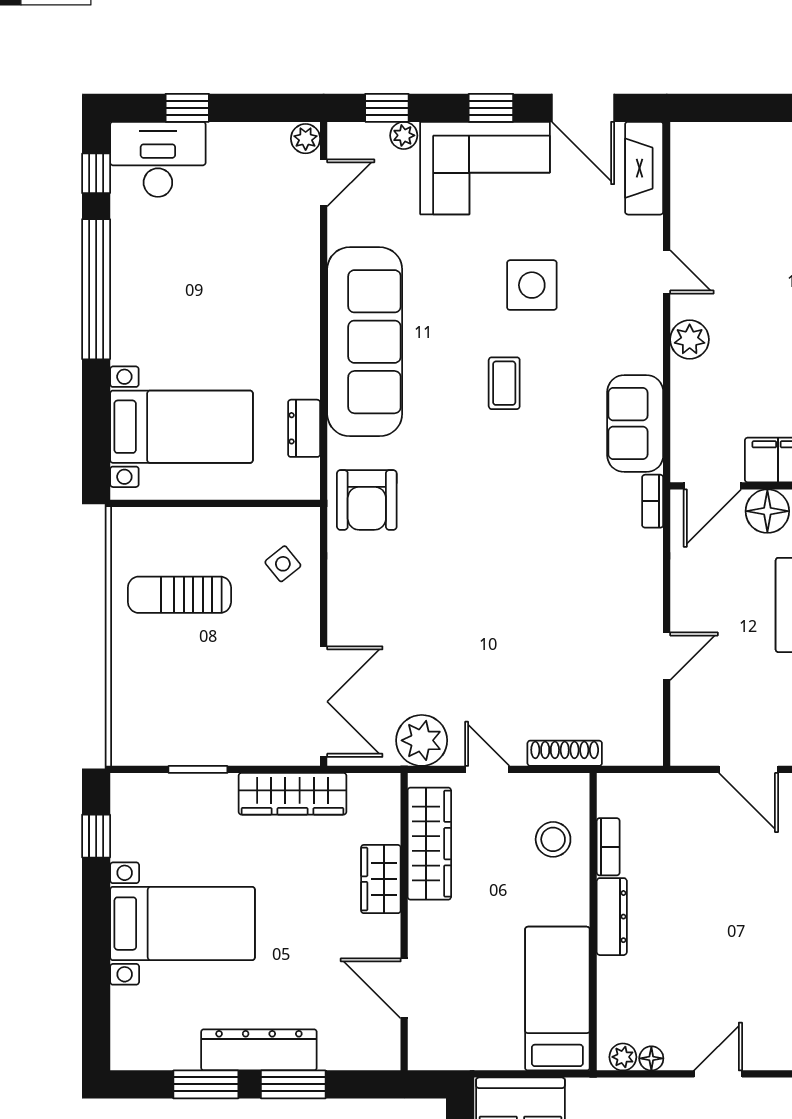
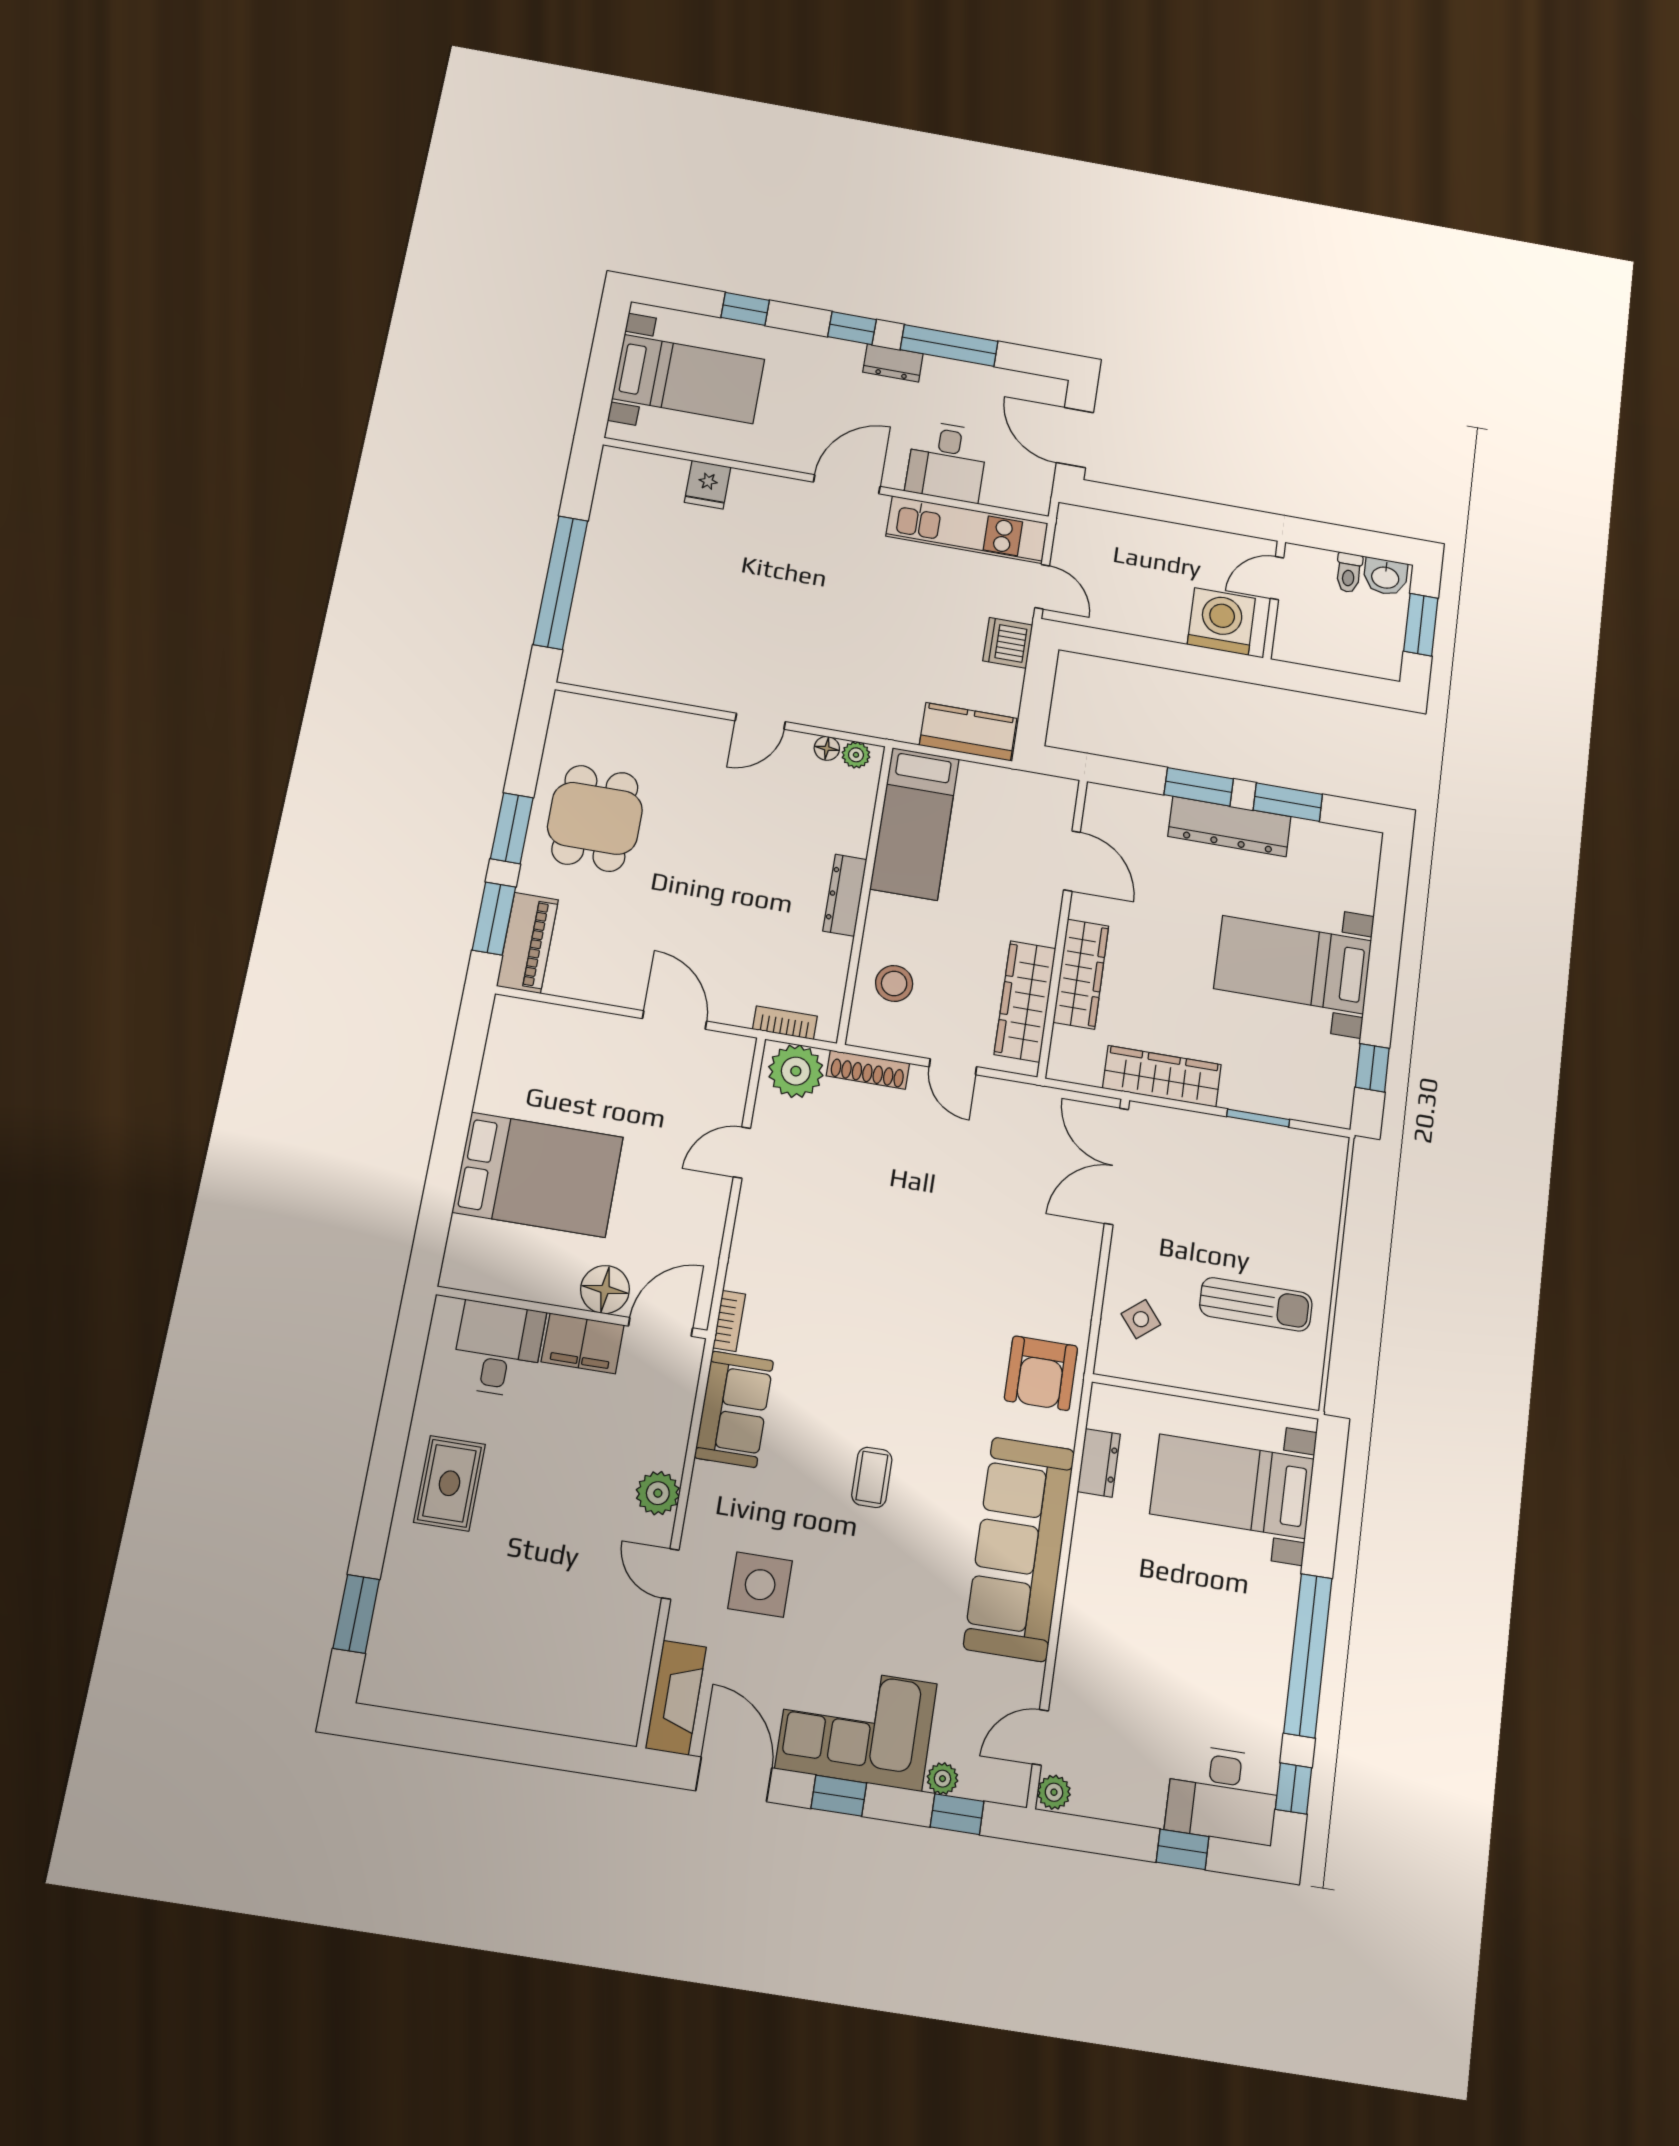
side table: (532, 285) -> (760, 1585), moved
armchair: (367, 500) -> (1041, 1373), turned 180
plant: (422, 740) -> (796, 1071), moved
bookcase: (608, 847) -> (785, 1023), moved, turned 90
wardrobe: (381, 879) -> (1081, 974), width x1.50

